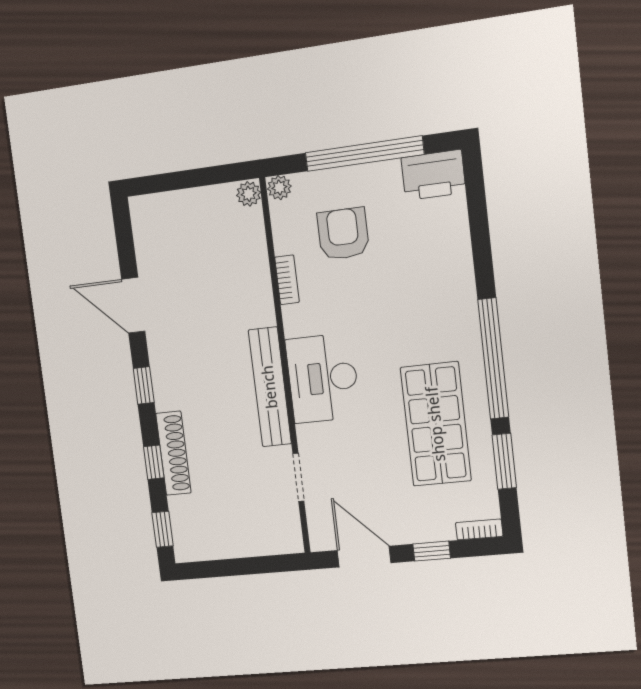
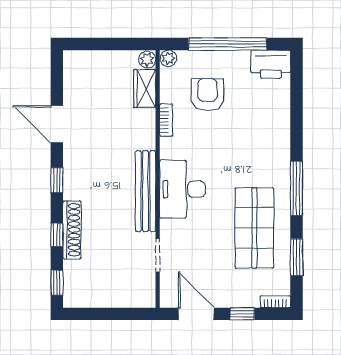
wardrobe: (250, 237) -> (145, 89), added
window: (493, 358) -> (297, 188), width x0.68

